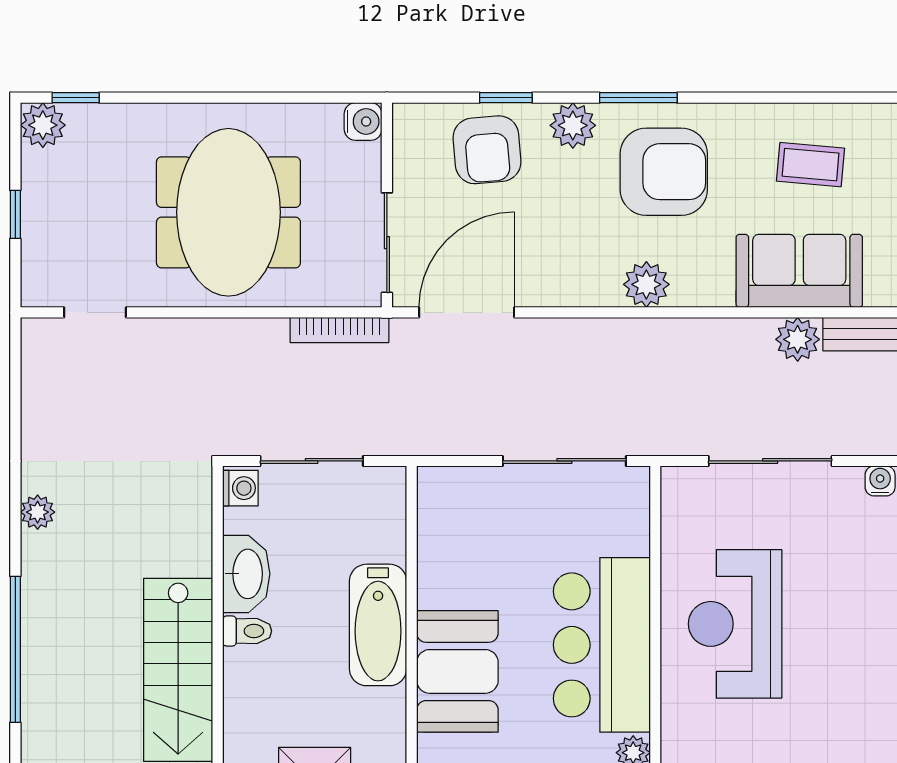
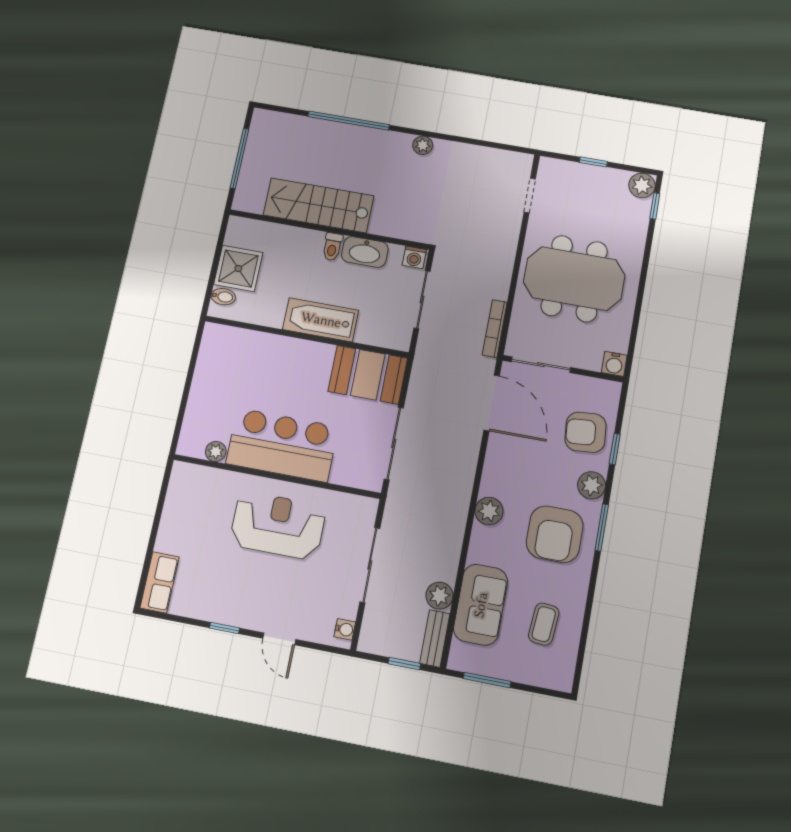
booth: (457, 671) -> (368, 375), moved

